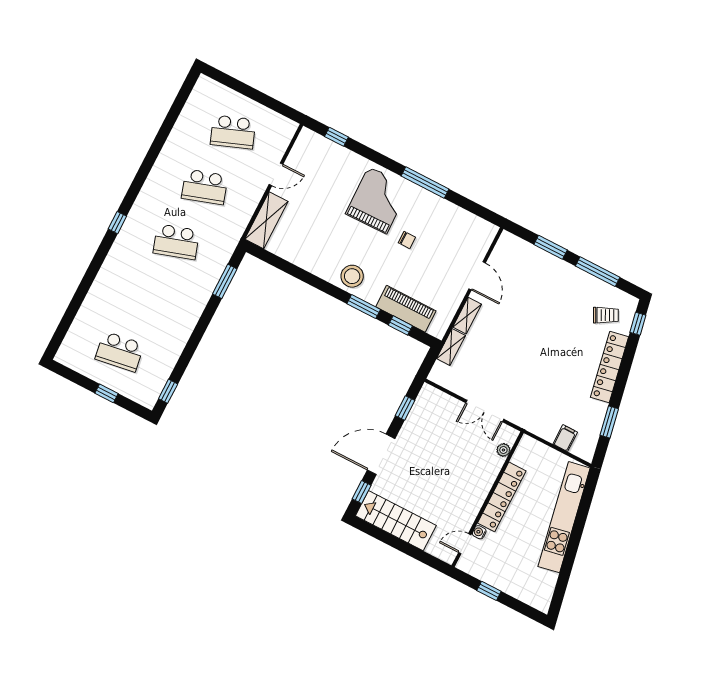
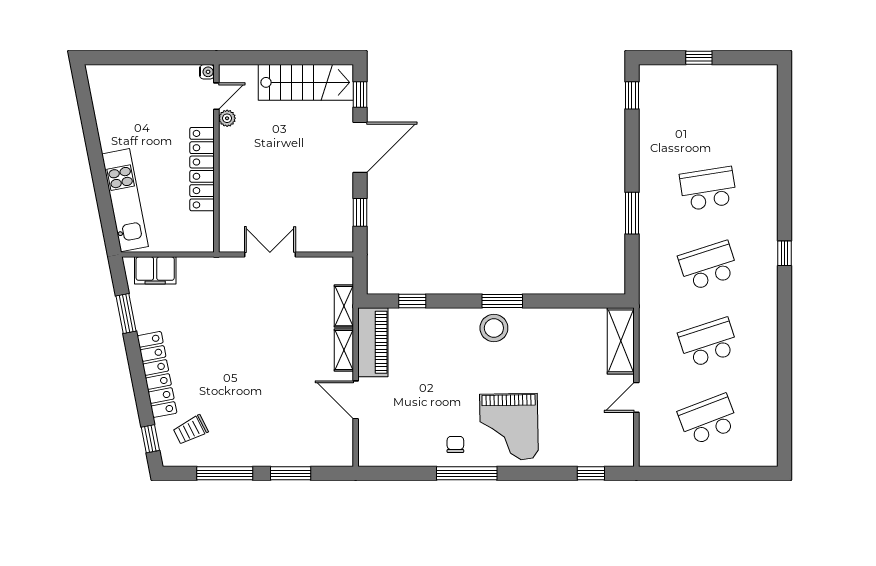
chair: (407, 240) -> (455, 444), moved, turned 90
window: (225, 281) -> (632, 213), moved
window: (364, 307) -> (502, 301), moved
piano: (406, 309) -> (373, 342), moved, turned -90
school desk: (120, 352) -> (708, 189), moved
filing cabinet: (565, 438) -> (155, 270), width x2.00
plant: (503, 450) -> (227, 118), moved
kitchen unit: (564, 517) -> (125, 200), width x0.73
water cooler: (479, 532) -> (207, 72), moved
window: (489, 591) -> (163, 58), removed

